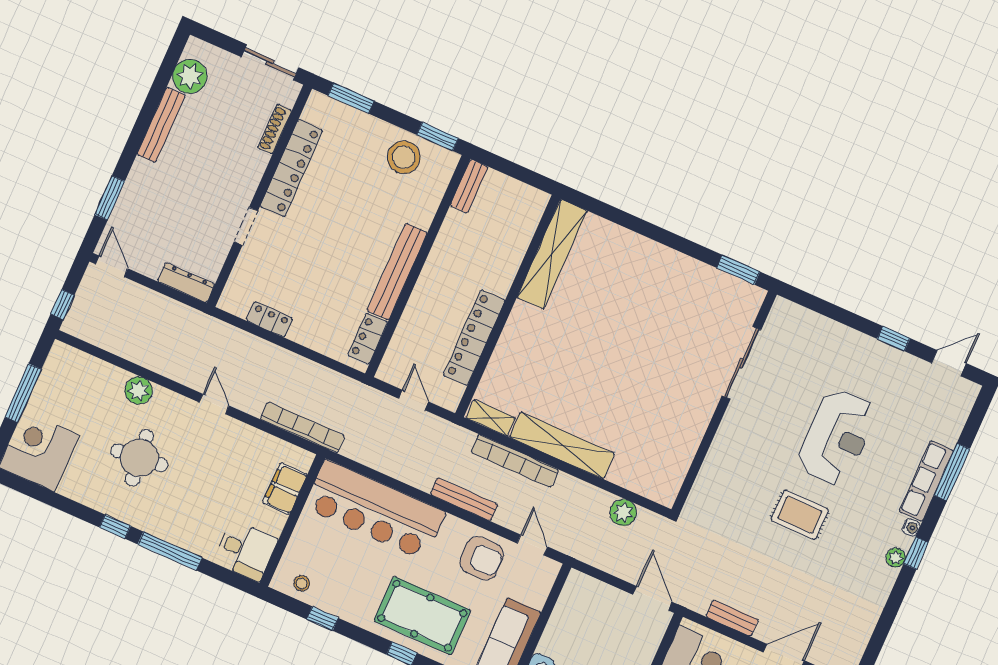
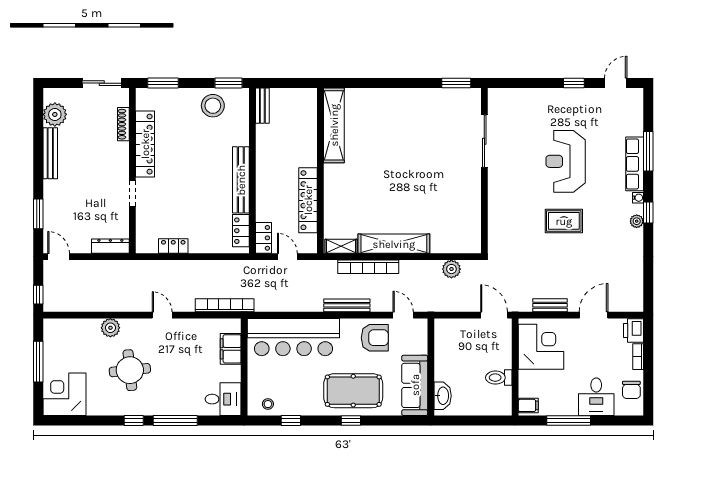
locker: (393, 361) -> (263, 238), added
reception desk: (837, 437) -> (566, 161), turned 180

